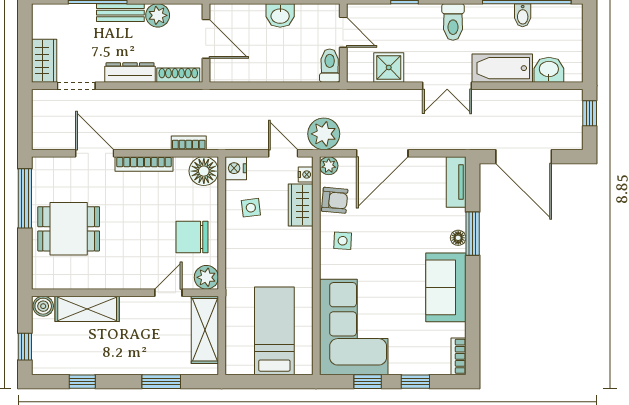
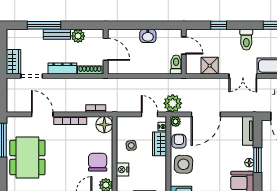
nightstand: (236, 168) -> (123, 170), moved
armchair: (335, 200) -> (179, 141), turned -95
dining table: (69, 229) -> (27, 157), width x1.38
chair: (192, 237) -> (98, 162), turned 90
side table: (343, 241) -> (183, 164), width x1.87, depth x1.87

